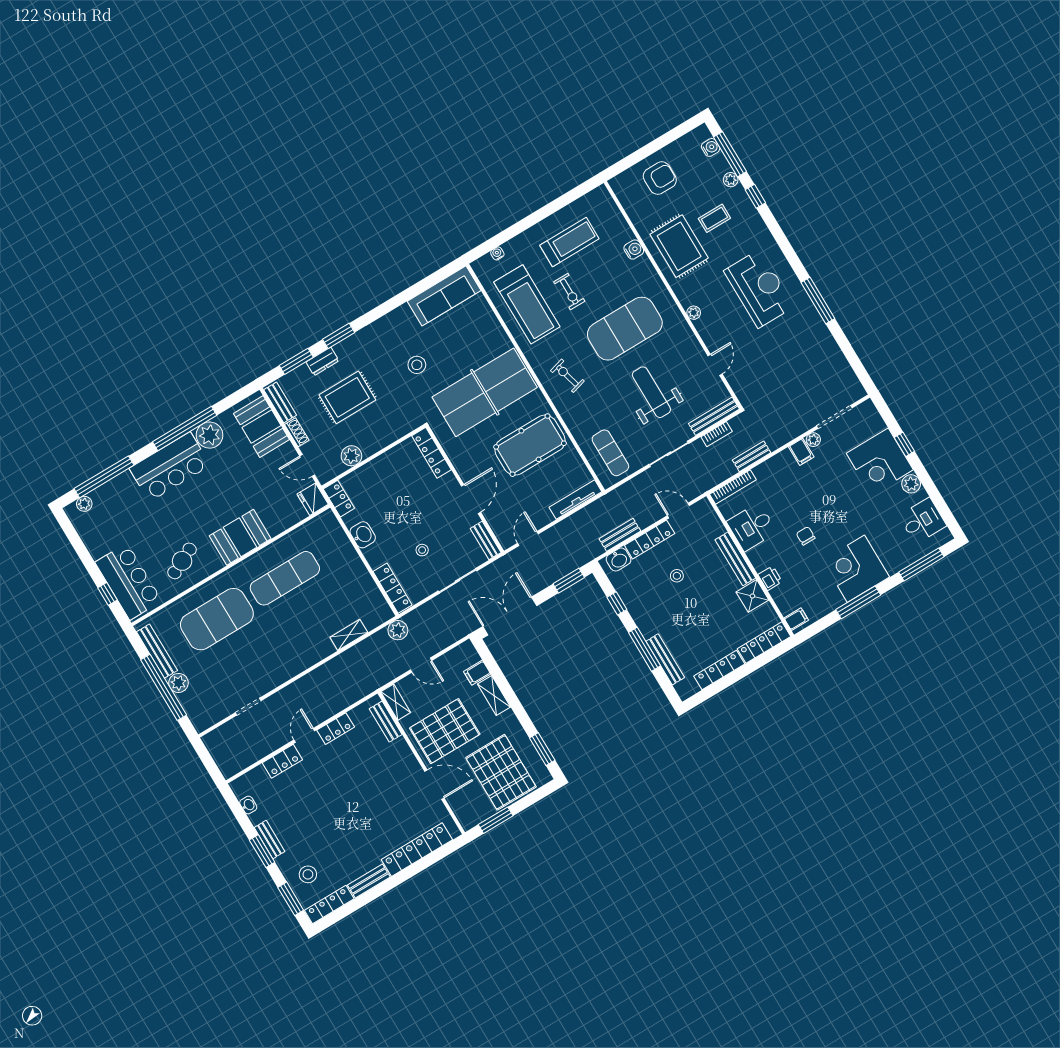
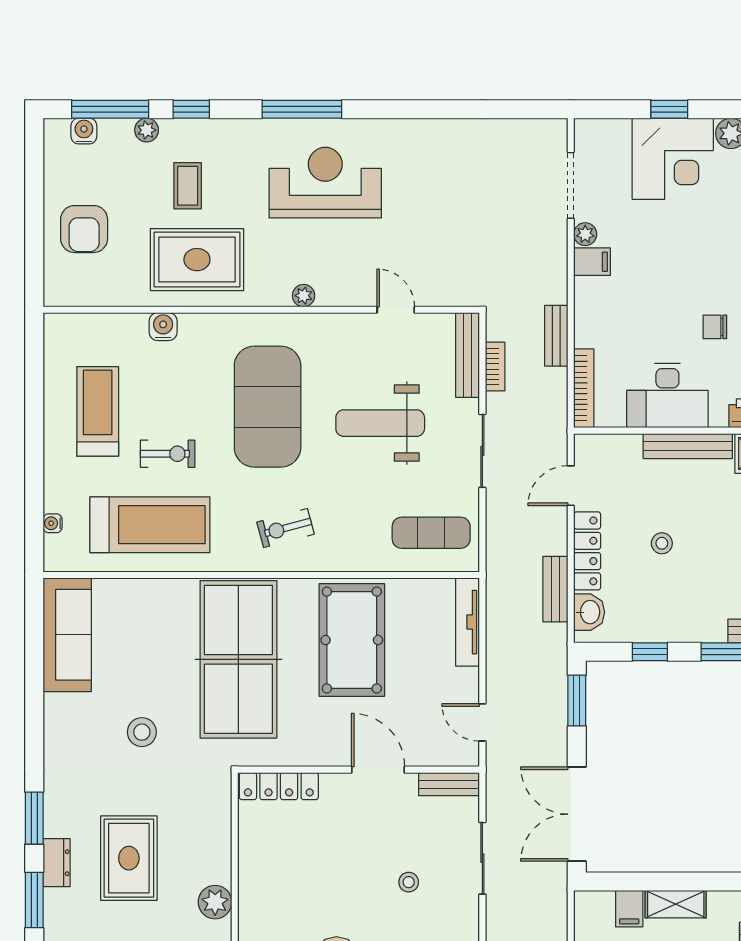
armchair: (660, 178) -> (84, 229), turned 180
window: (818, 300) -> (302, 109), moved
desk: (752, 527) -> (667, 396), width x1.37

